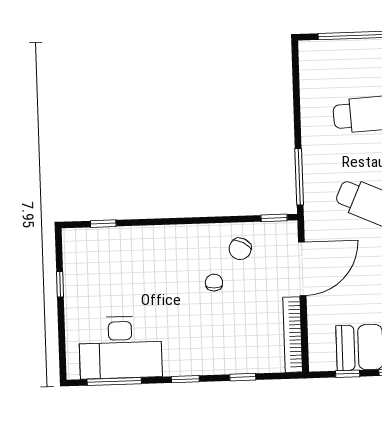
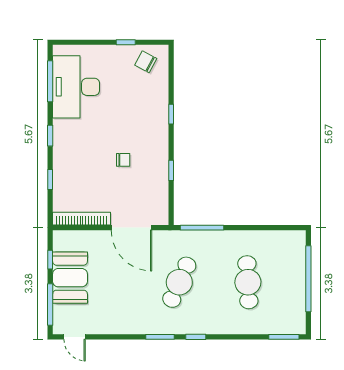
window: (274, 218) -> (171, 170), moved
window: (103, 224) -> (171, 114), moved
chair: (240, 249) -> (146, 62), moved

